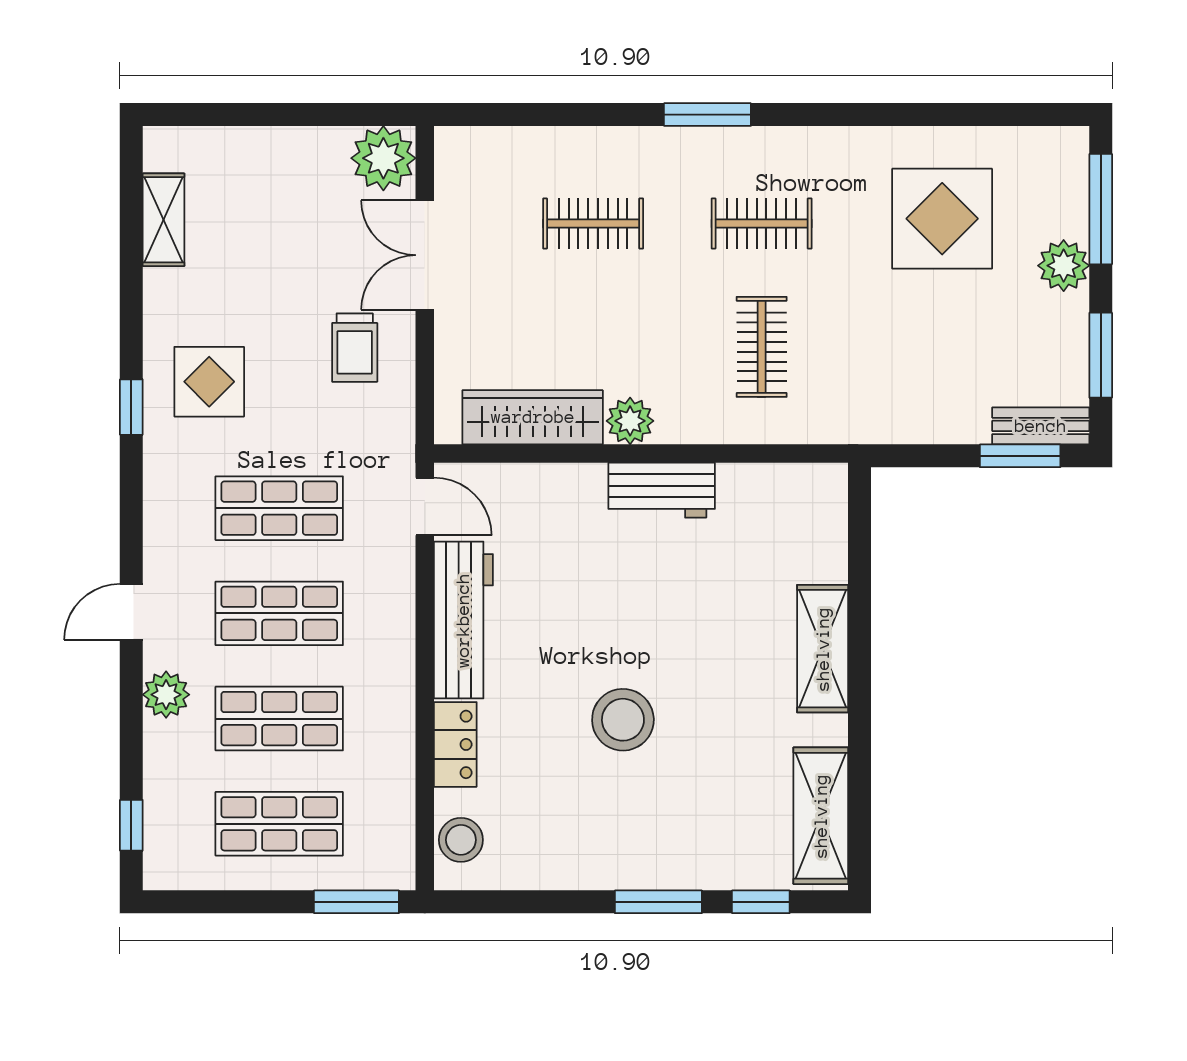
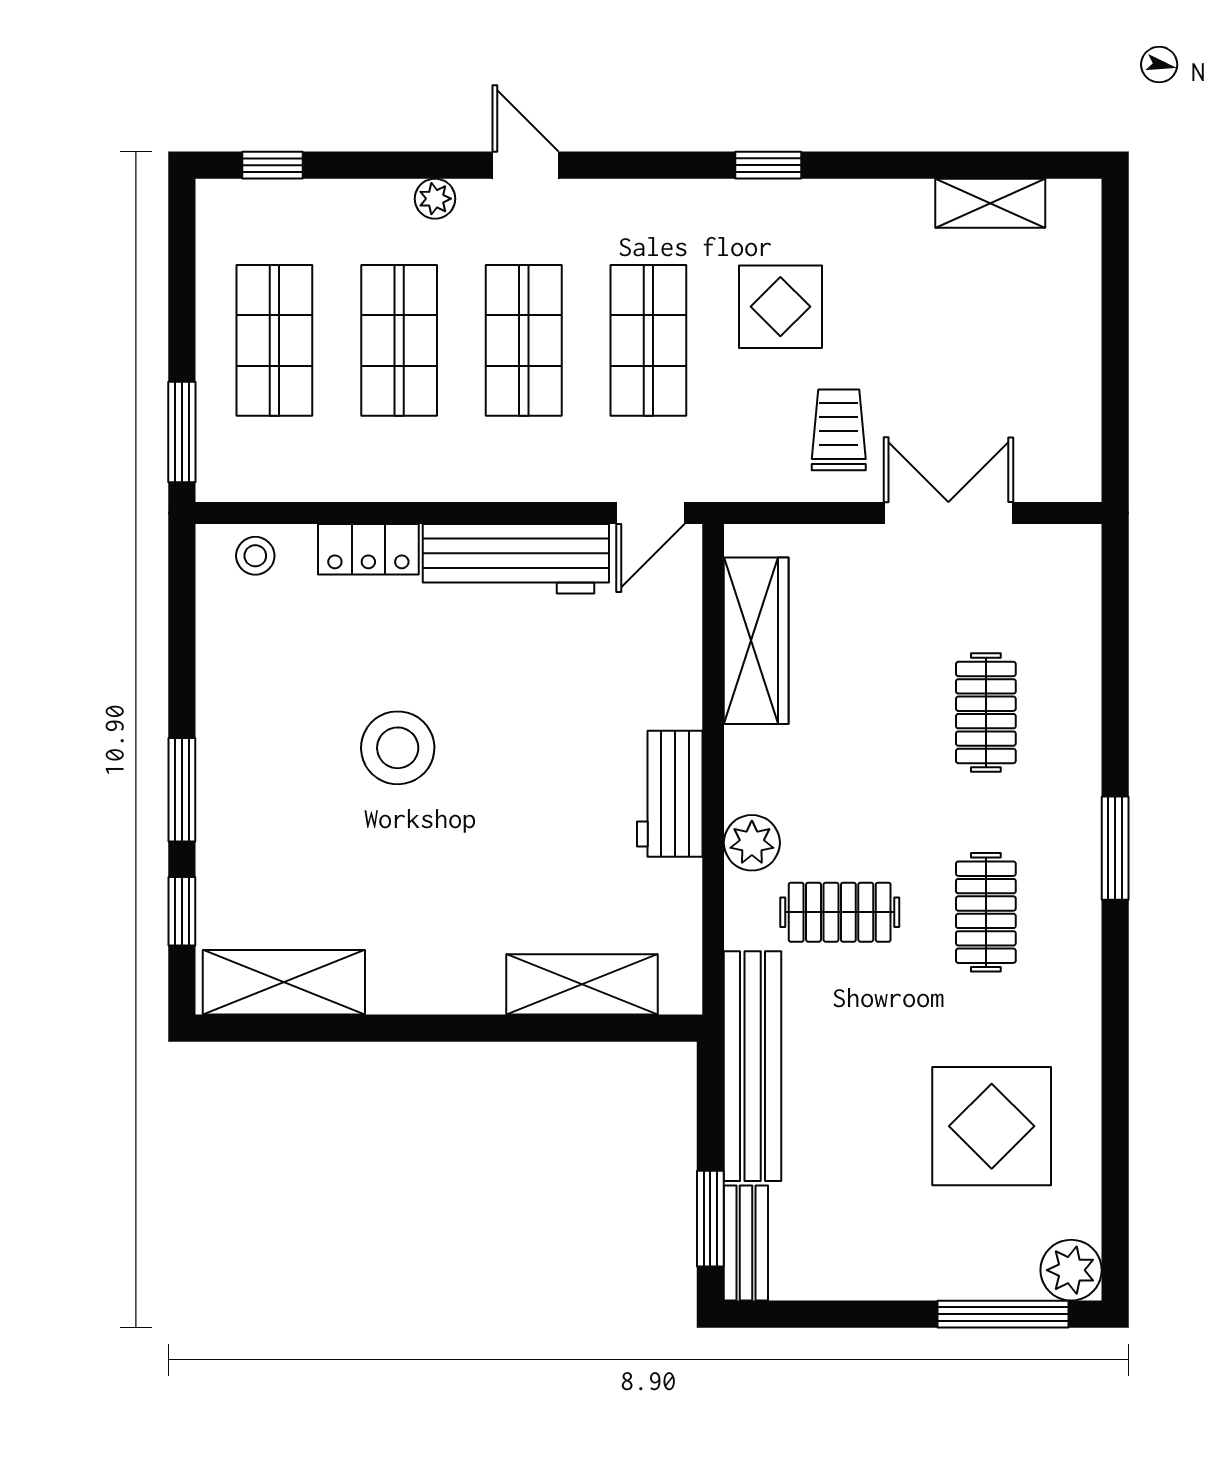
plant: (383, 158) -> (1063, 464), removed
plant: (1064, 266) -> (1071, 1270), moved
trolley: (355, 348) -> (839, 430), turned 90
window: (1101, 355) -> (830, 1314), removed
display table: (209, 382) -> (780, 307), moved
bench: (891, 420) -> (753, 1066), added
plant: (630, 421) -> (752, 843), moved
shelving: (823, 649) -> (582, 984), moved
plant: (166, 695) -> (435, 199), width x0.73, depth x0.73
stool: (461, 840) -> (255, 556), width x0.73, depth x0.73

